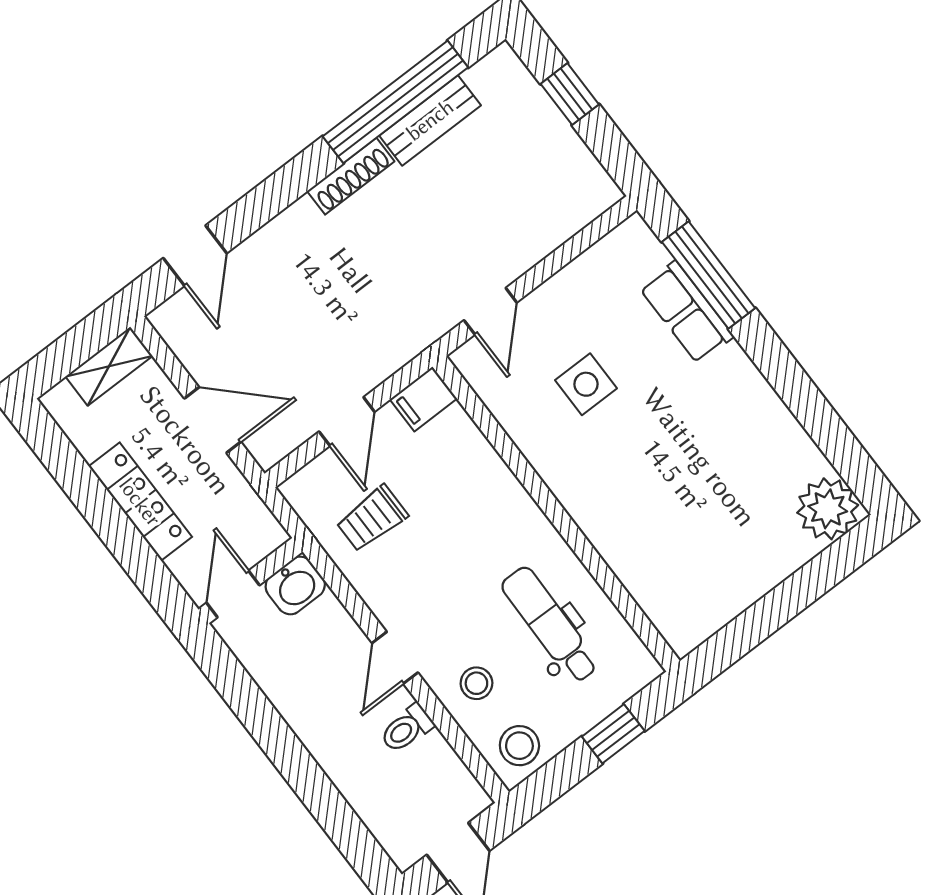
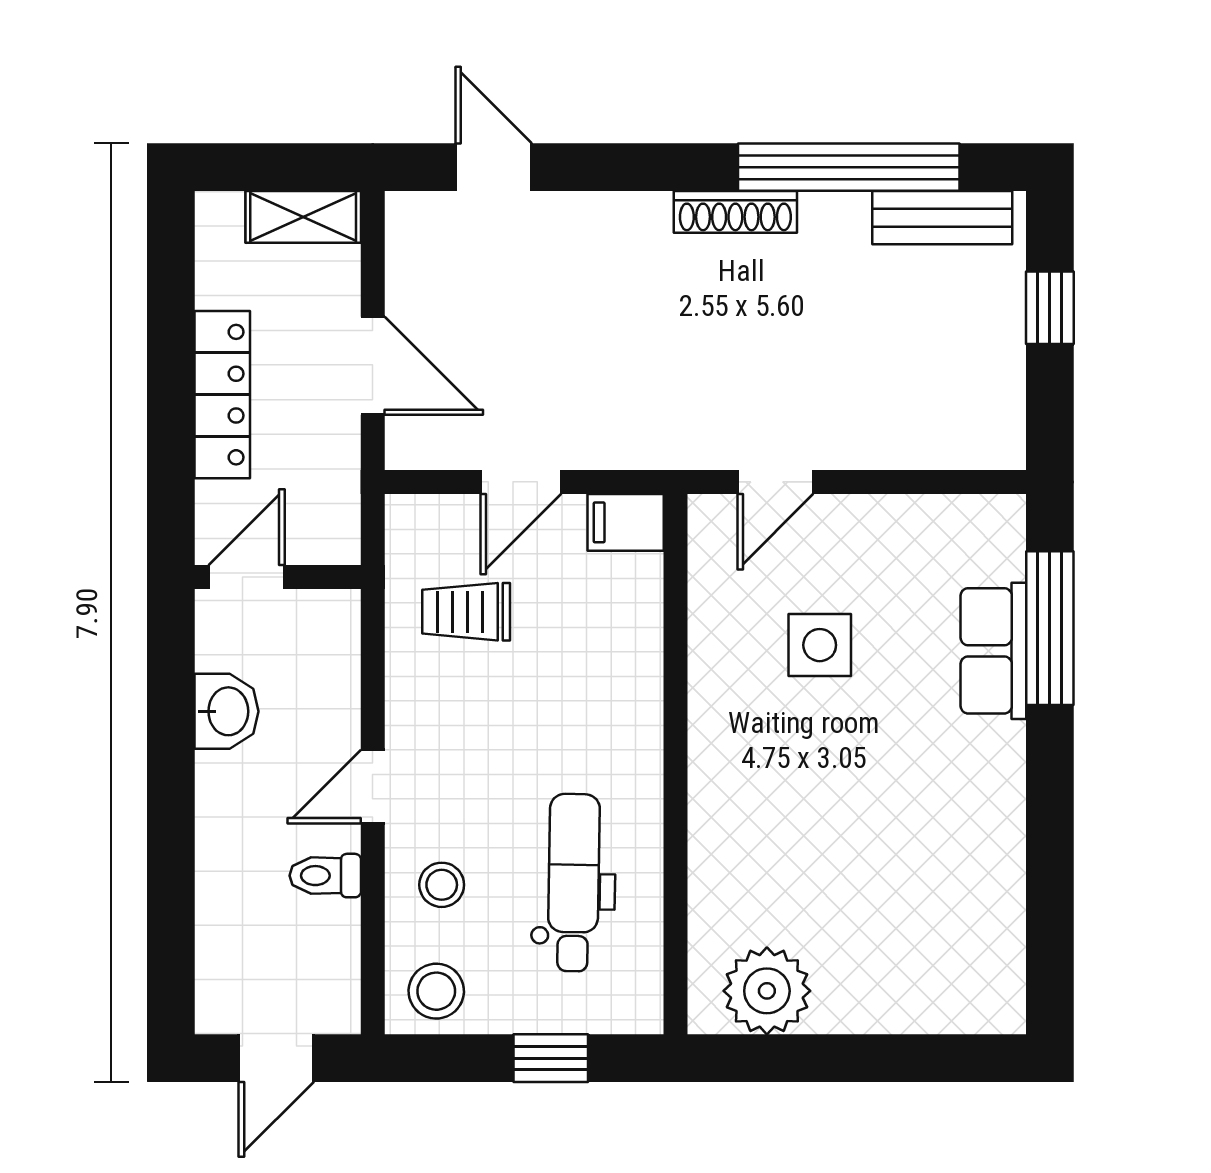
bench: (430, 120) -> (942, 218), moved
door: (195, 256) -> (494, 167), swing flipped
plant: (828, 509) -> (767, 991), moved
washbasin: (295, 585) -> (226, 711), moved, turned -90

